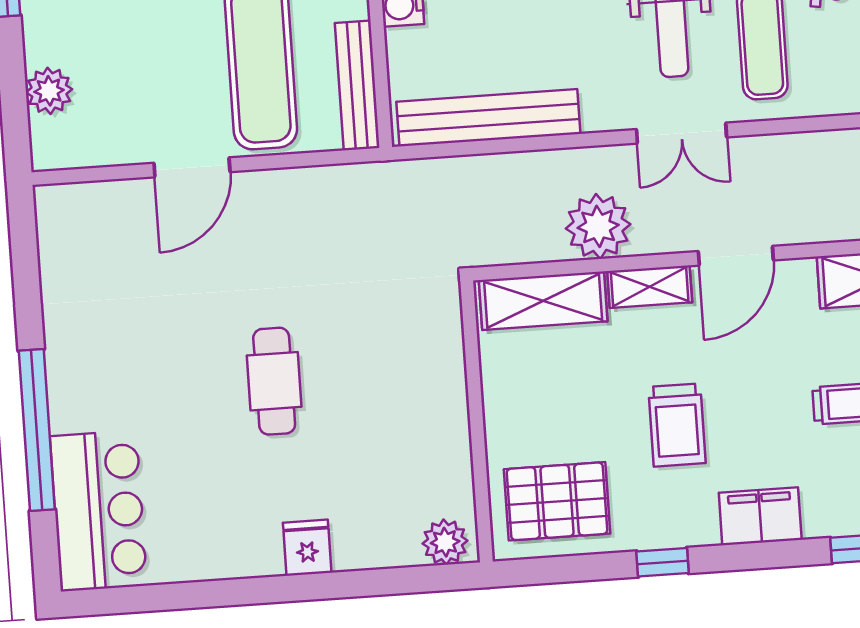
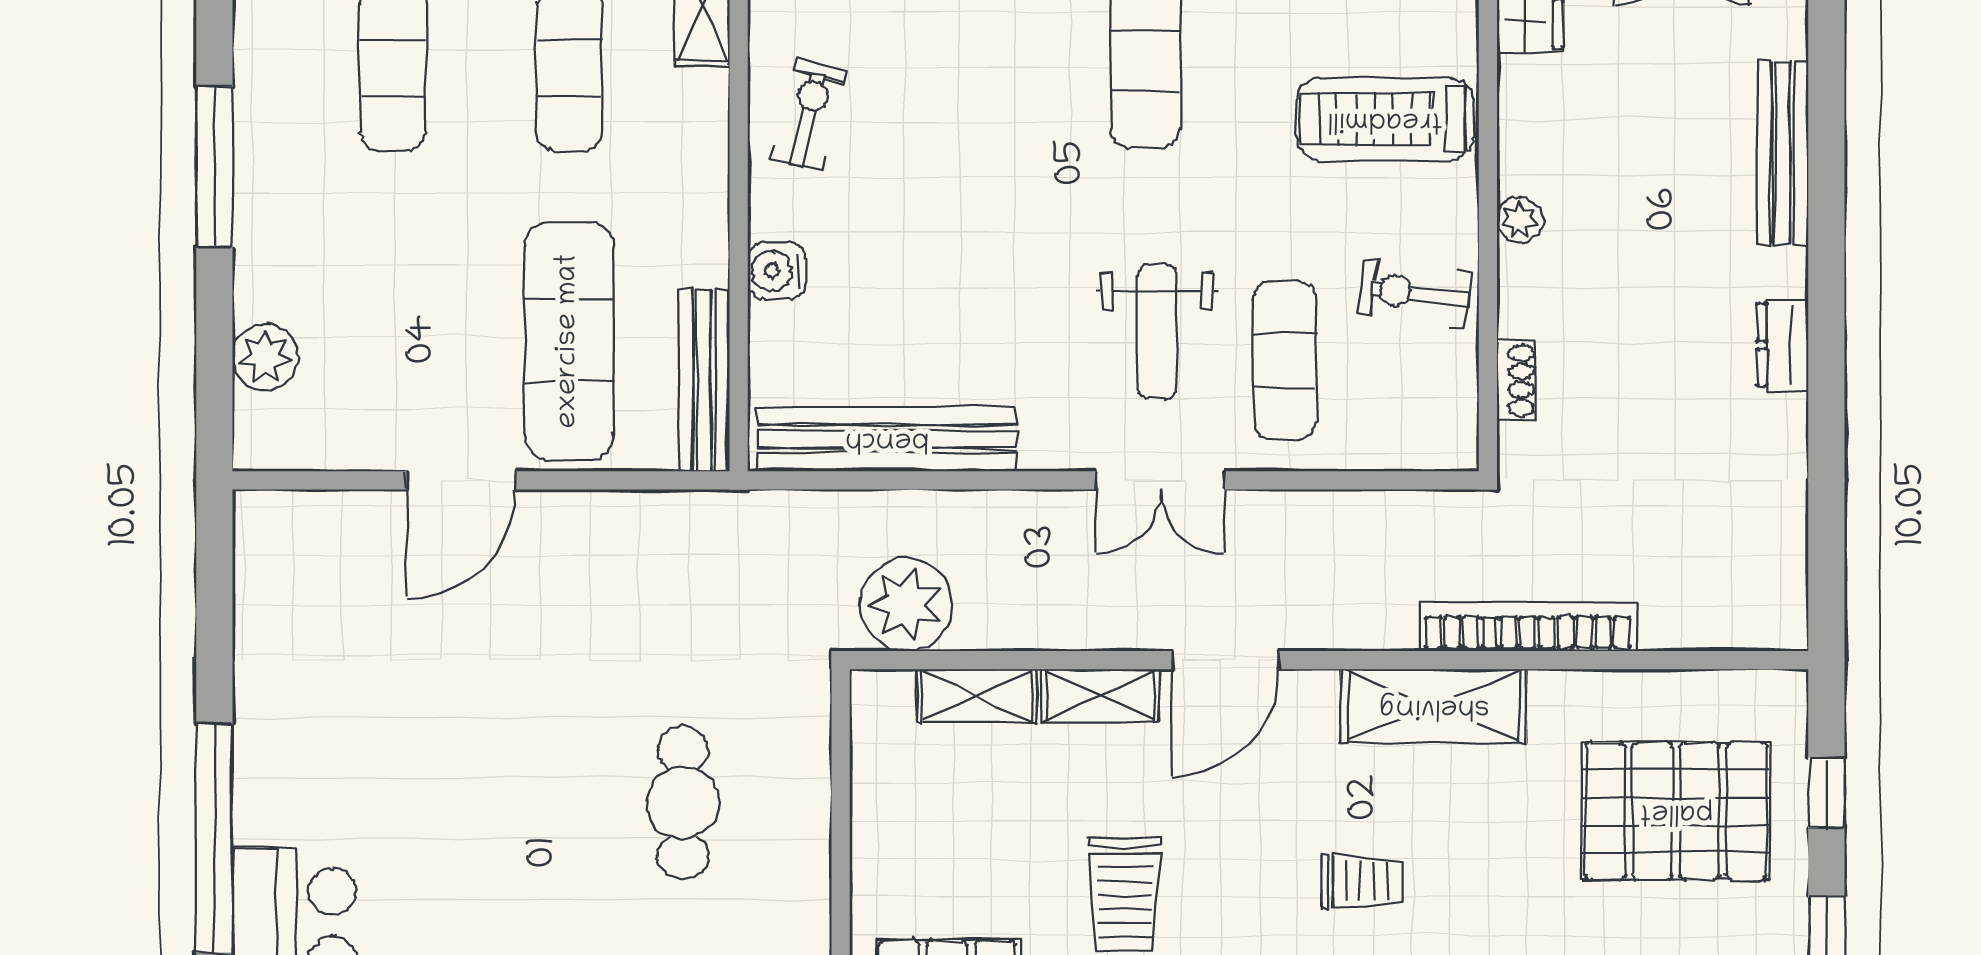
plant: (598, 226) -> (906, 605), moved
shelving: (543, 301) -> (977, 696), width x0.67, depth x0.75
cafe table: (274, 381) -> (683, 803), moved

